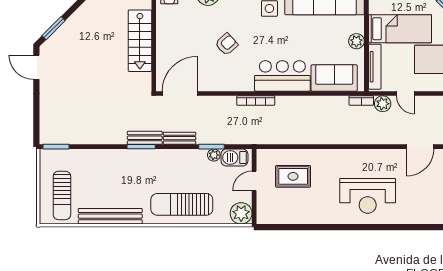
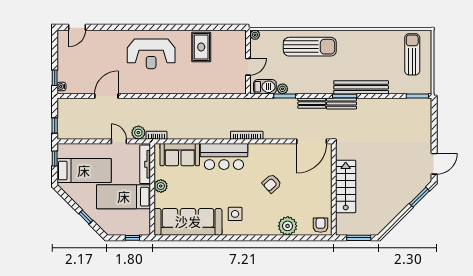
door: (36, 67) -> (434, 164), hinge flipped
rug: (293, 176) -> (201, 47), moved, turned 90
reception desk: (368, 196) -> (151, 54), turned 180
plant: (241, 213) -> (255, 35), width x0.53, depth x0.53
bench: (110, 216) -> (361, 87), moved

